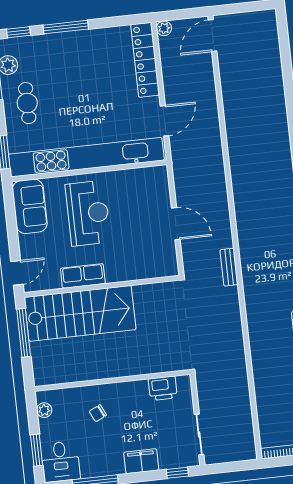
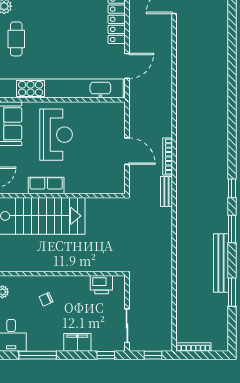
bookcase: (226, 225) -> (168, 157), added
window: (234, 466) -> (153, 355), added

